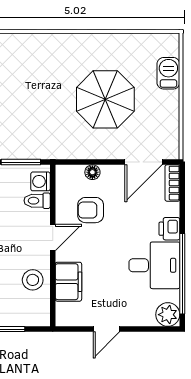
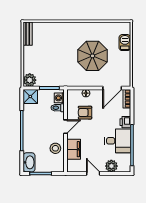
plant: (168, 315) -> (111, 166), moved
door: (106, 329) -> (93, 173), swing flipped

